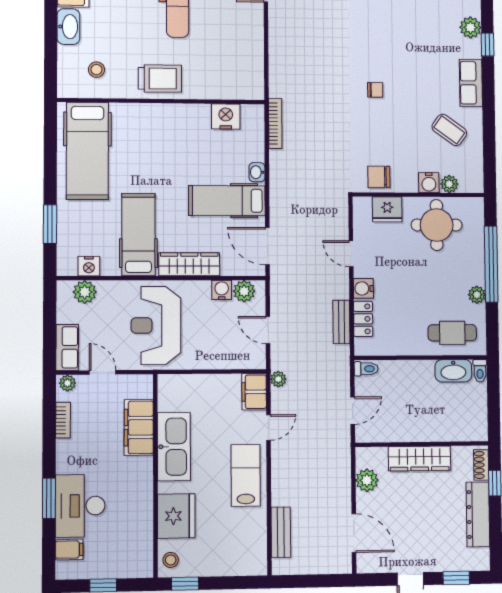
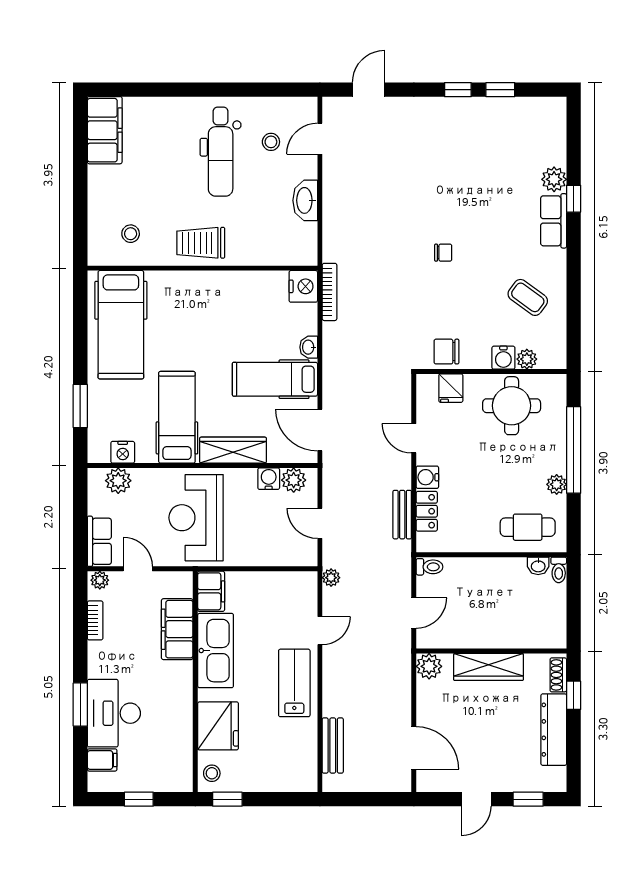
washbasin: (68, 27) -> (305, 200), moved, turned 180
trolley: (160, 79) -> (201, 243), turned 180
row of seats: (471, 83) -> (554, 221), moved
nightstand: (226, 116) -> (303, 286), moved, turned 90
fridge: (387, 209) -> (451, 388), width x0.72
washbasin: (453, 371) -> (538, 566), width x0.52, depth x0.69
filing cabinet: (254, 392) -> (211, 591), moved, turned 180
plant: (367, 480) -> (429, 666), moved

